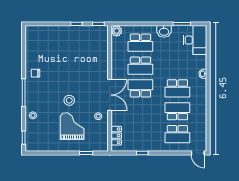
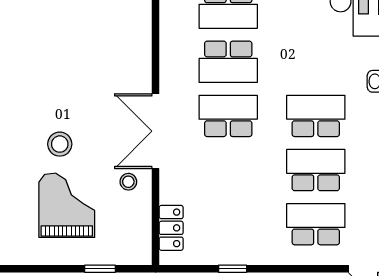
school desk: (177, 88) -> (316, 116), turned 180
double door: (110, 95) -> (156, 131), swing flipped
school desk: (177, 134) -> (316, 224), turned 180

